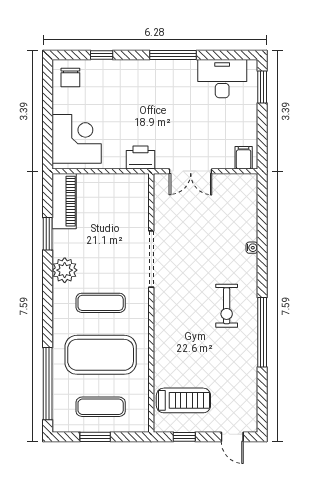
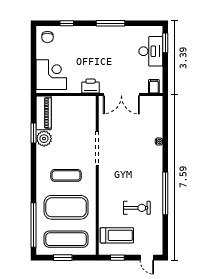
desk: (222, 79) -> (151, 51), moved, turned 90
double door: (191, 171) -> (121, 95), width x1.37
plant: (65, 270) -> (44, 139), moved
exercise bike: (227, 306) -> (137, 208), moved, turned -90
exercise mat: (101, 407) -> (66, 239), width x1.36, depth x1.45

